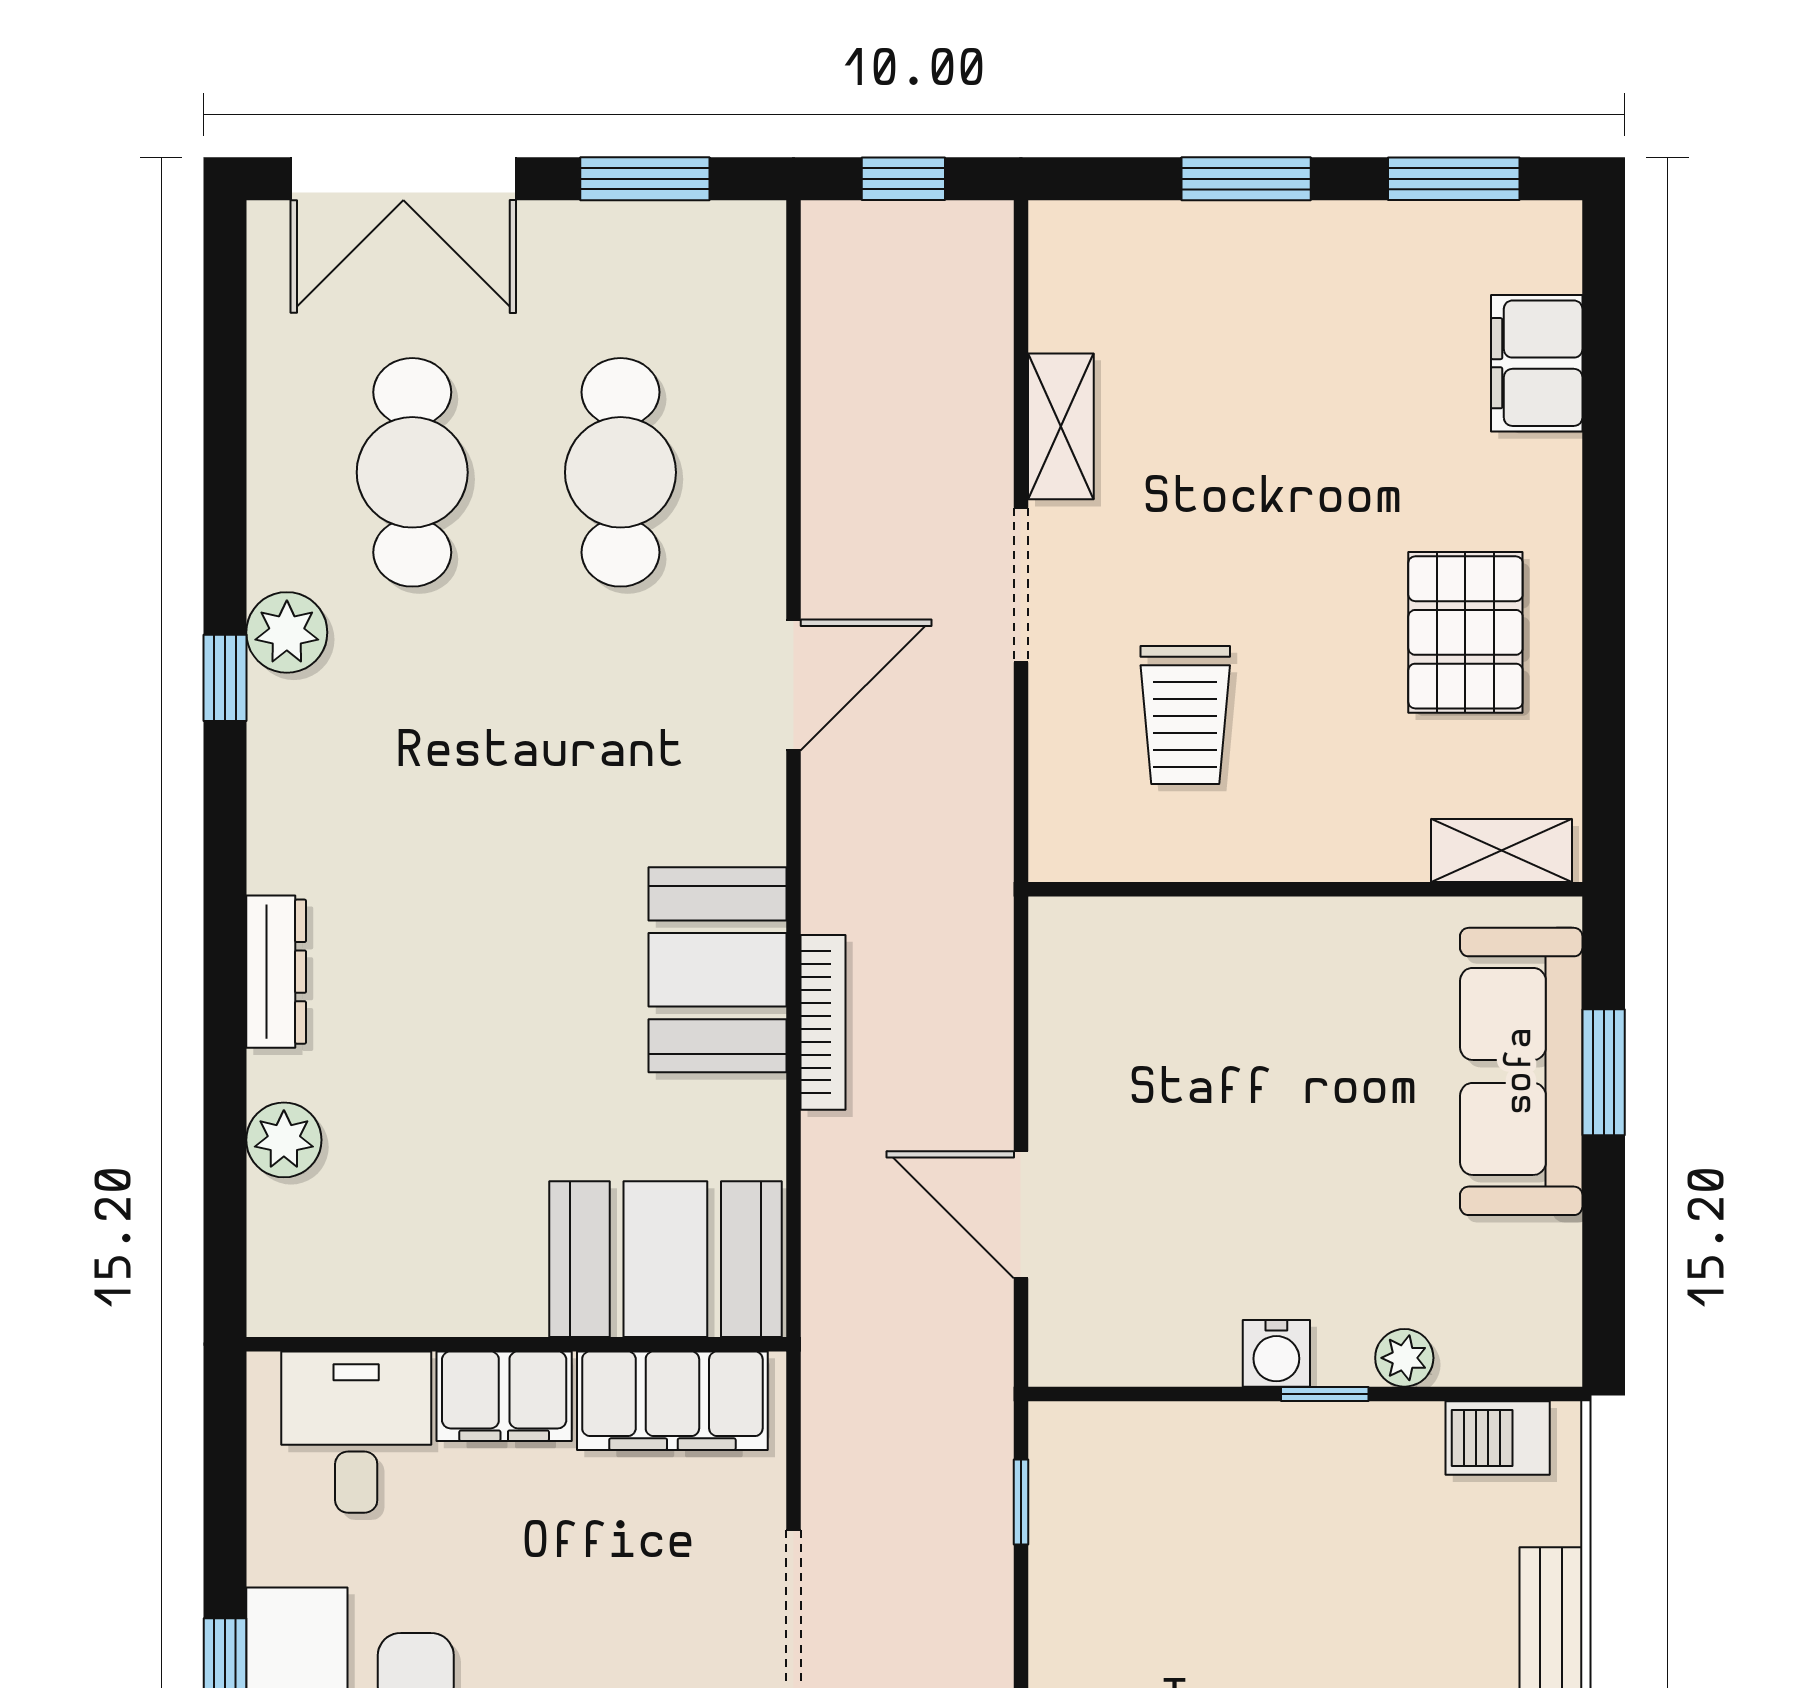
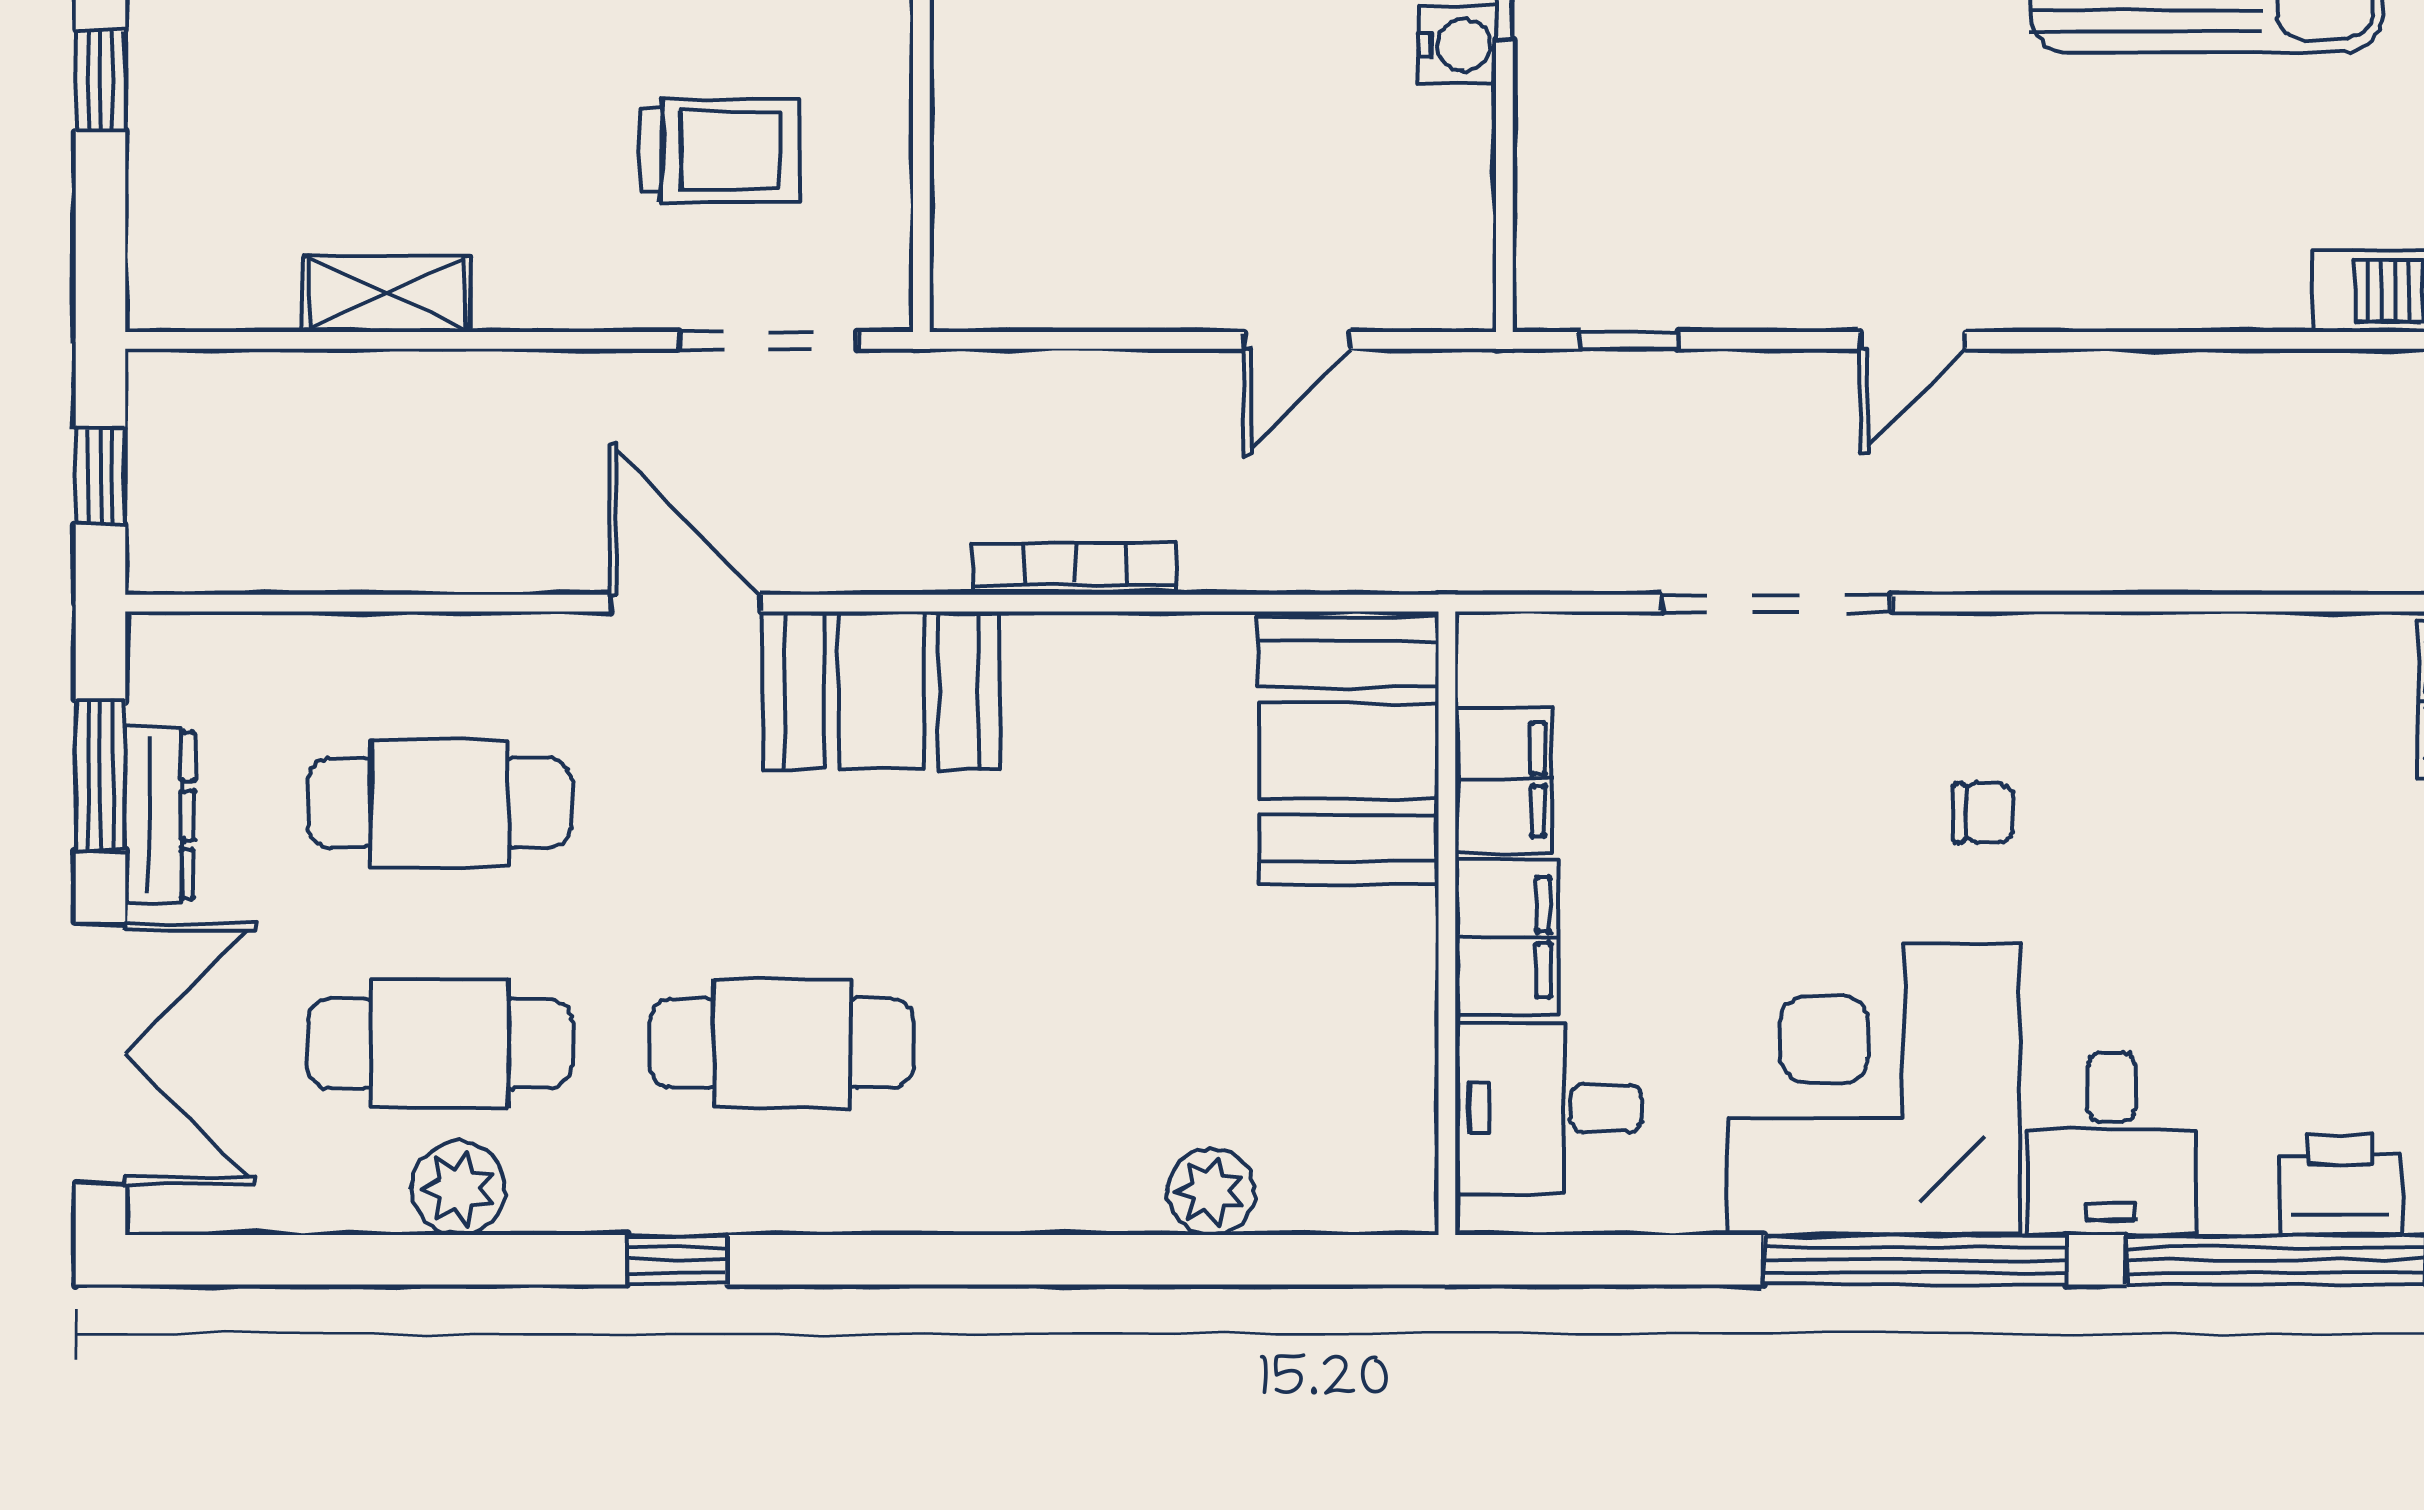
window: (1246, 179) -> (100, 80), width x0.67
doorway: (1021, 585) -> (768, 340), moved
plant: (287, 632) -> (459, 1188), moved
cafe table: (412, 769) -> (782, 1044), added
booth: (718, 970) -> (881, 691), moved
dresser: (276, 972) -> (159, 815), moved, turned 90
door: (1021, 1215) -> (1297, 340), width x0.73
filing cabinet: (672, 1401) -> (1504, 780), width x0.67, depth x0.86

